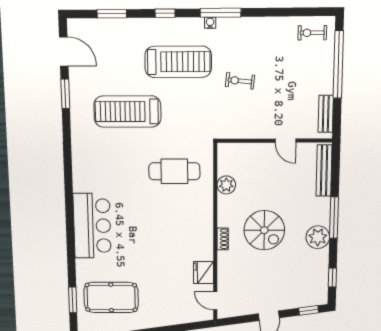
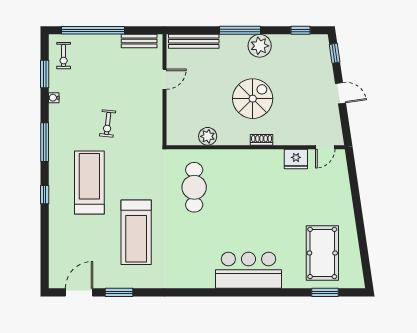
window: (112, 14) -> (45, 74), moved
water cooler: (210, 23) -> (54, 98), moved

